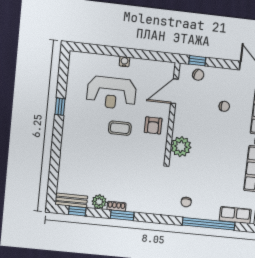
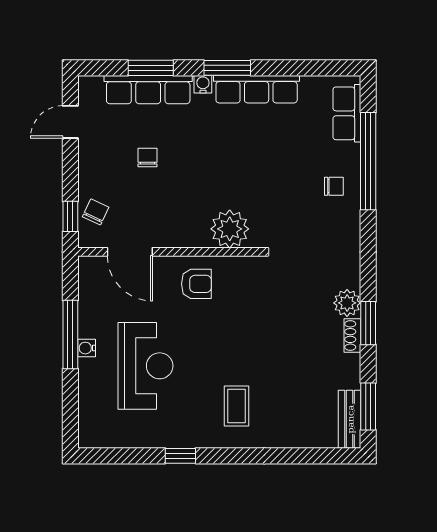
window: (133, 53) -> (70, 335), added
coffee table: (120, 128) -> (237, 406), moved
plant: (99, 202) -> (347, 303), moved
chair: (186, 202) -> (334, 186), moved
window: (77, 211) -> (368, 406), width x1.50

